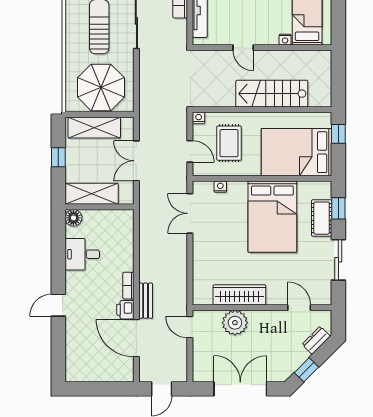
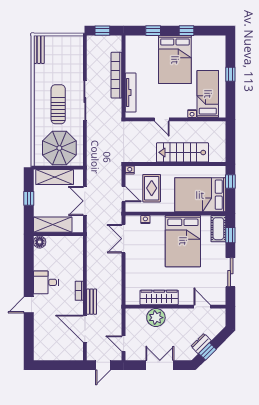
cot: (322, 218) -> (218, 229), moved
desk: (82, 254) -> (46, 282), moved
printer: (125, 310) -> (77, 308), removed
door: (190, 327) -> (124, 344), moved
dresser: (316, 340) -> (201, 343), moved
double door: (240, 389) -> (160, 365), width x0.73

